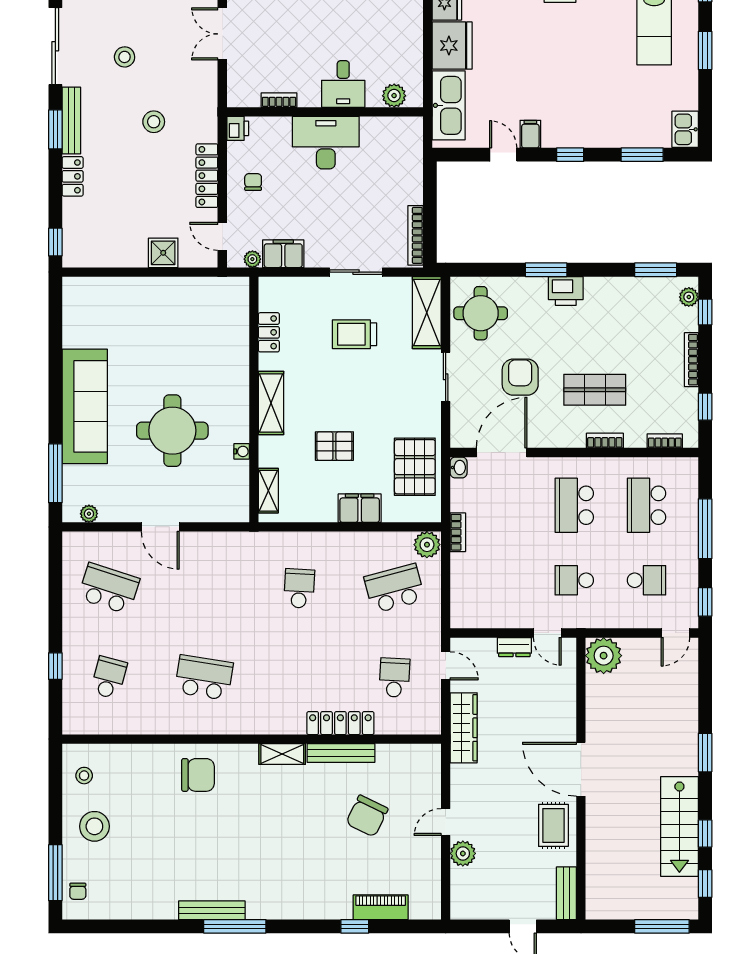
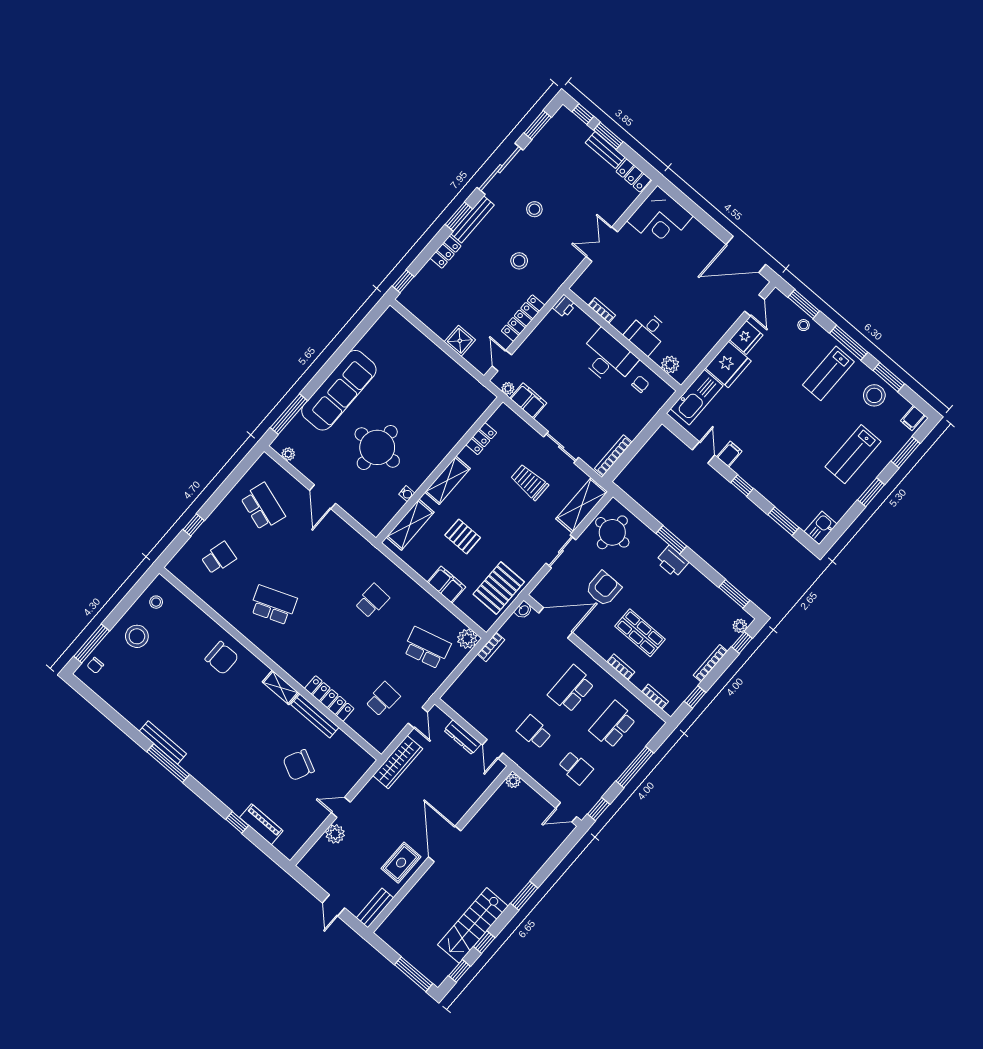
chair: (253, 182) -> (640, 384), moved
shelving: (268, 491) -> (410, 525), width x1.50, depth x1.33
dresser: (514, 647) -> (462, 737), width x1.44
plant: (604, 656) -> (513, 781), width x0.53, depth x0.53
school desk: (204, 678) -> (273, 605), turned -30

